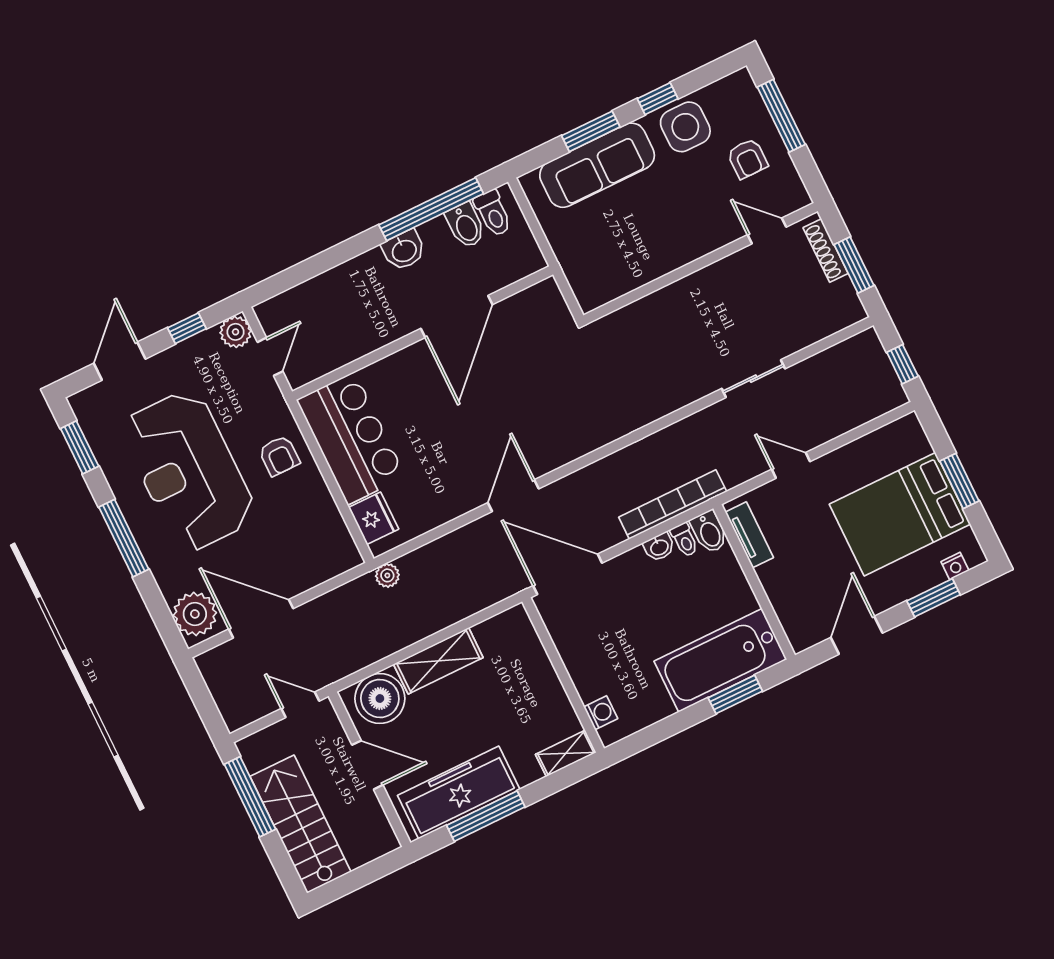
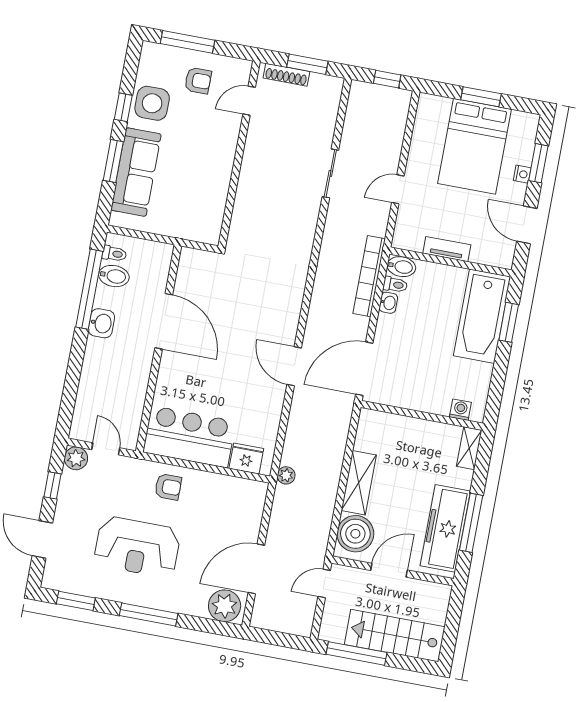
toilet: (493, 213) -> (114, 254), width x0.73, depth x0.72
reception desk: (188, 471) -> (137, 547), width x0.74, depth x0.77
tv unit: (749, 535) -> (447, 249), moved
nightstand: (955, 566) -> (522, 174), moved

